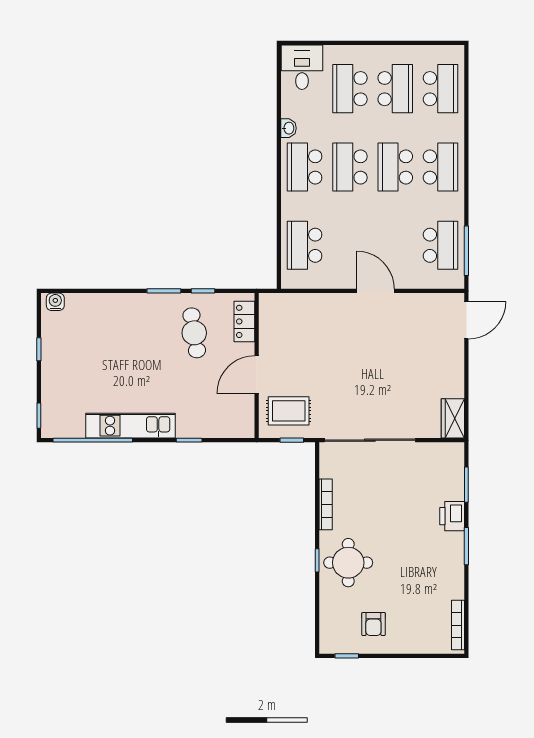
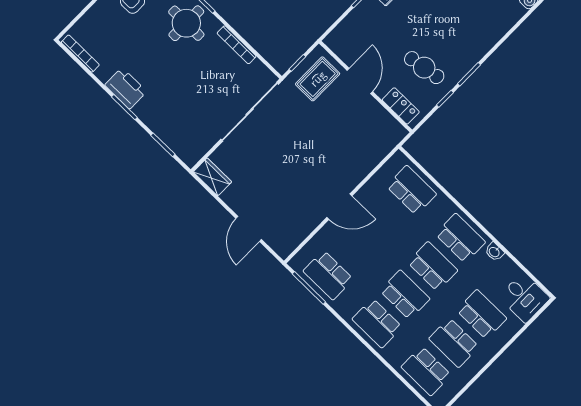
door: (466, 320) -> (249, 229), moved
printer: (452, 516) -> (126, 88), moved, width x1.37, depth x1.19

